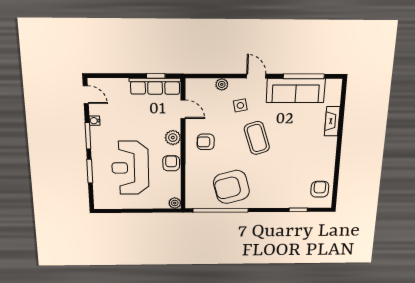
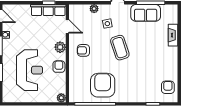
sofa: (296, 91) -> (146, 13), width x0.73
reception desk: (130, 168) -> (30, 70), turned 180
armchair: (231, 187) -> (103, 85), turned 105

